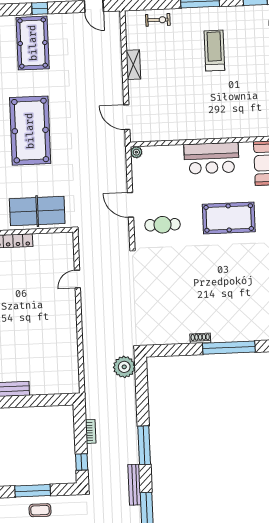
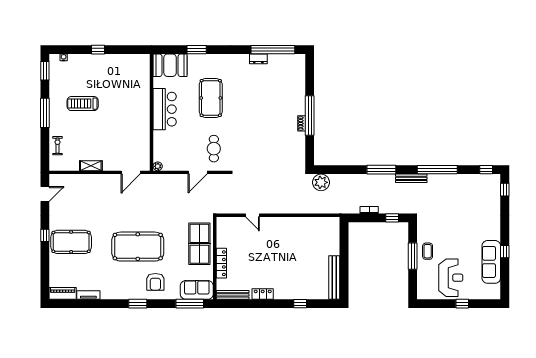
window: (229, 348) -> (310, 116), moved

